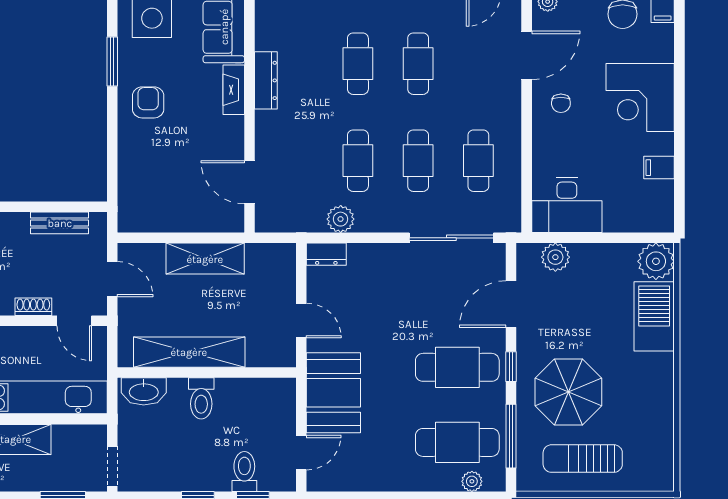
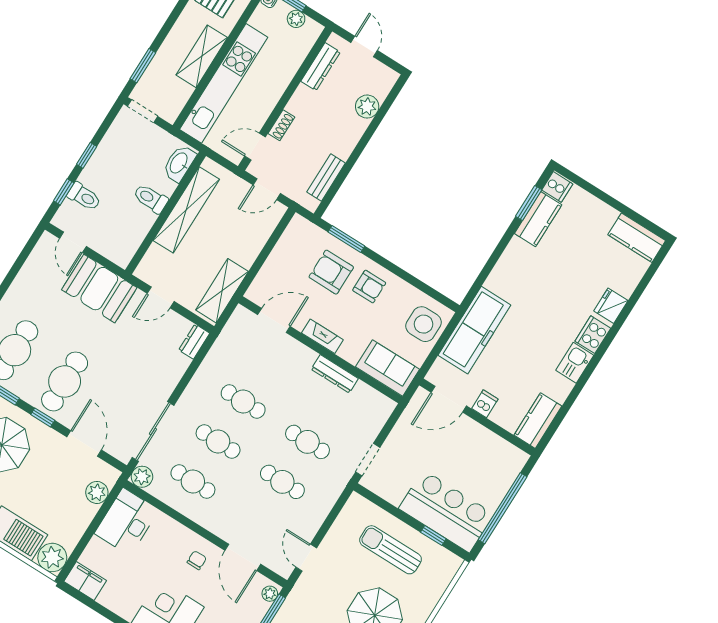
window: (112, 61) -> (346, 239), moved
fireplace: (234, 90) -> (322, 336), moved
chair: (561, 103) -> (197, 560), turned 90
armchair: (158, 153) -> (331, 272), added
filing cabinet: (659, 168) -> (85, 581), moved, width x2.00
plant: (341, 219) -> (142, 477), moved
shelving: (205, 259) -> (222, 291), moved

